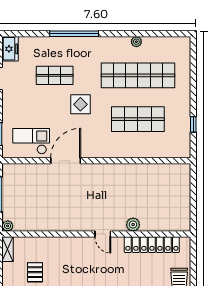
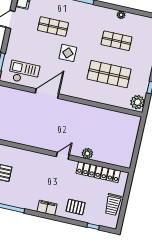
shop shelf: (138, 75) -> (116, 41), width x0.50, depth x0.74
plant: (181, 146) -> (138, 102), added
door: (103, 234) -> (63, 156), swing flipped

